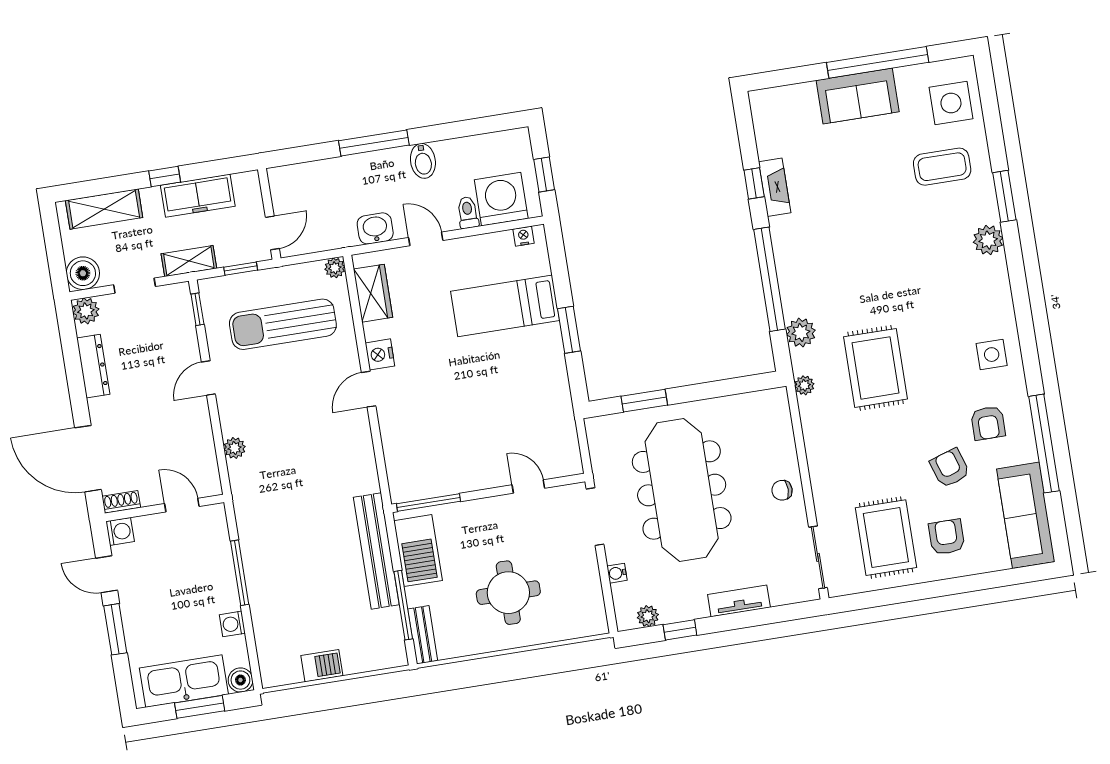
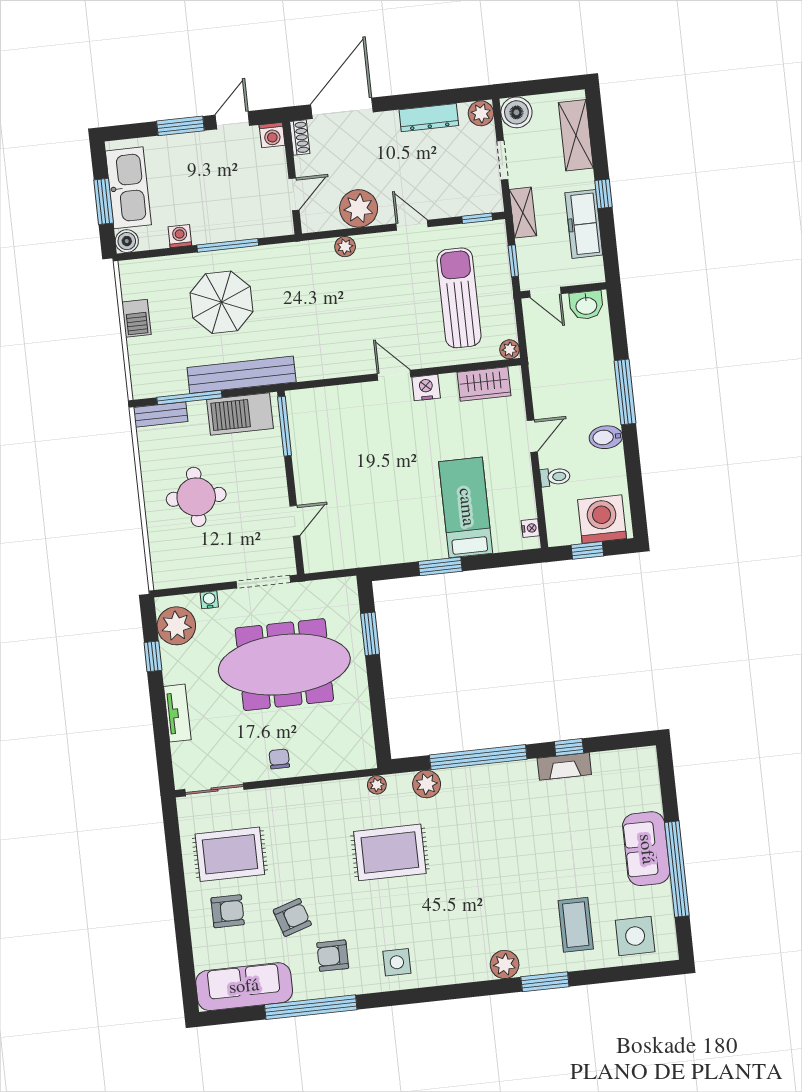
washing machine: (501, 199) -> (602, 519), moved, turned -90
washbasin: (375, 228) -> (586, 305), moved, turned 90
plant: (193, 436) -> (359, 208), added
parasol: (300, 576) -> (222, 302), added
plant: (648, 616) -> (176, 626), width x1.87, depth x1.87

